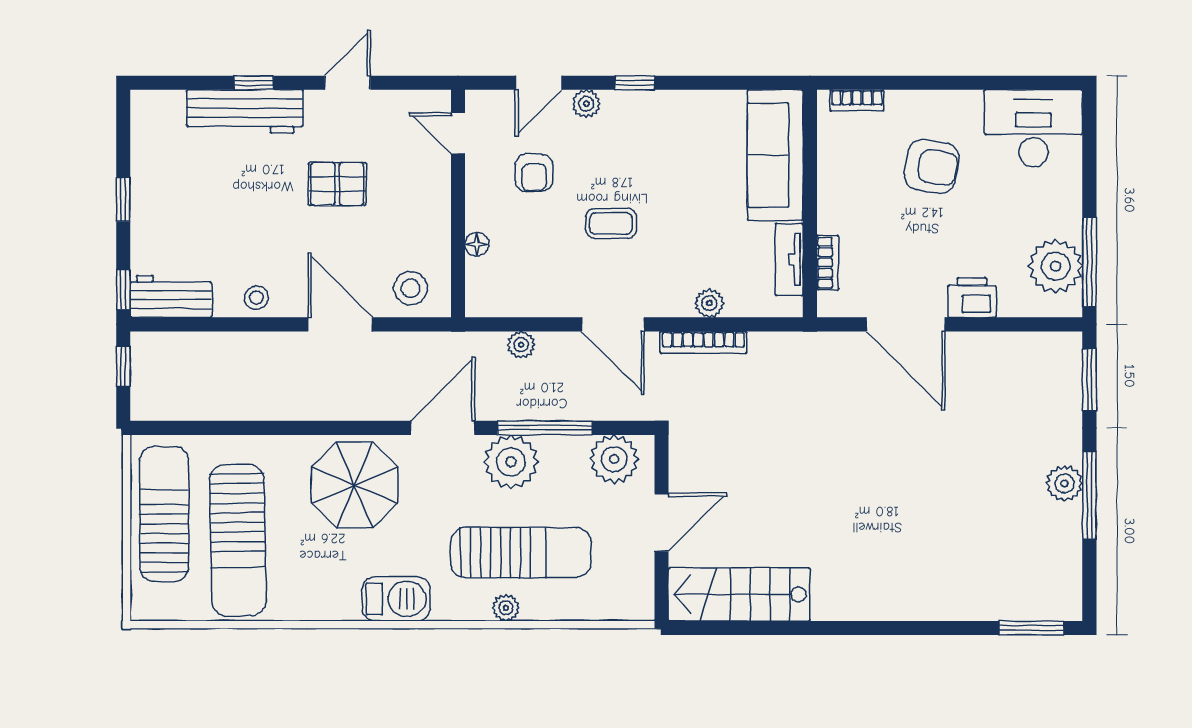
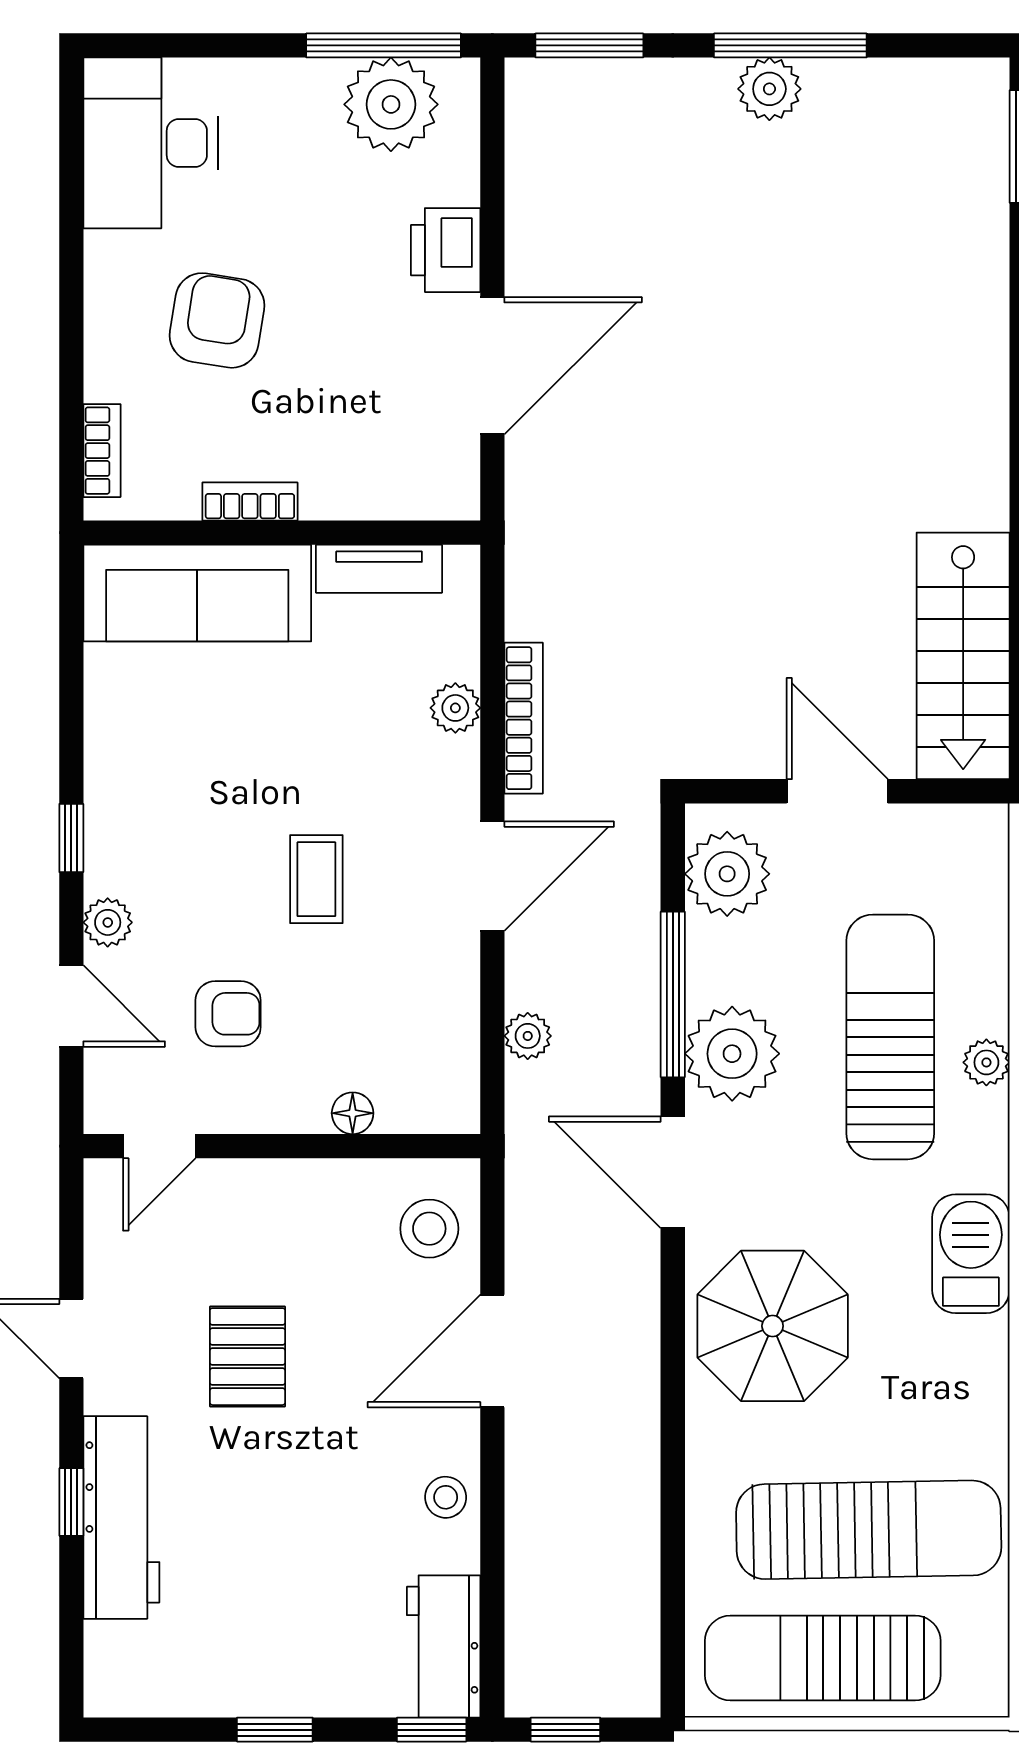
bookcase: (828, 263) -> (250, 502), moved

